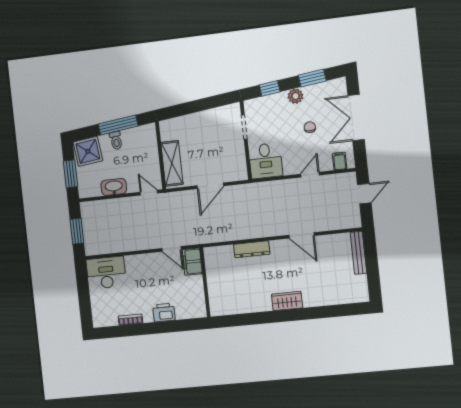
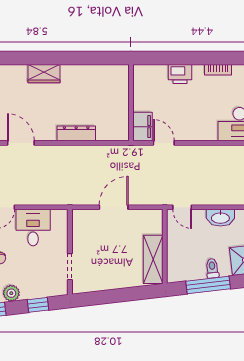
desk: (266, 161) -> (33, 227), moved
shelving: (172, 163) -> (153, 259), moved

